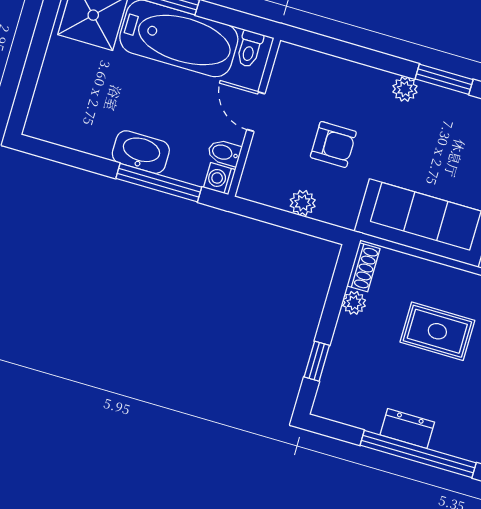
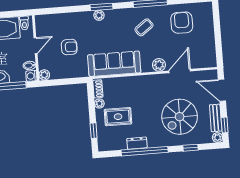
plant: (405, 89) -> (99, 15), moved
door: (256, 112) -> (36, 46), swing flipped
plant: (303, 203) -> (44, 75), moved
rug: (437, 331) -> (118, 117), moved

